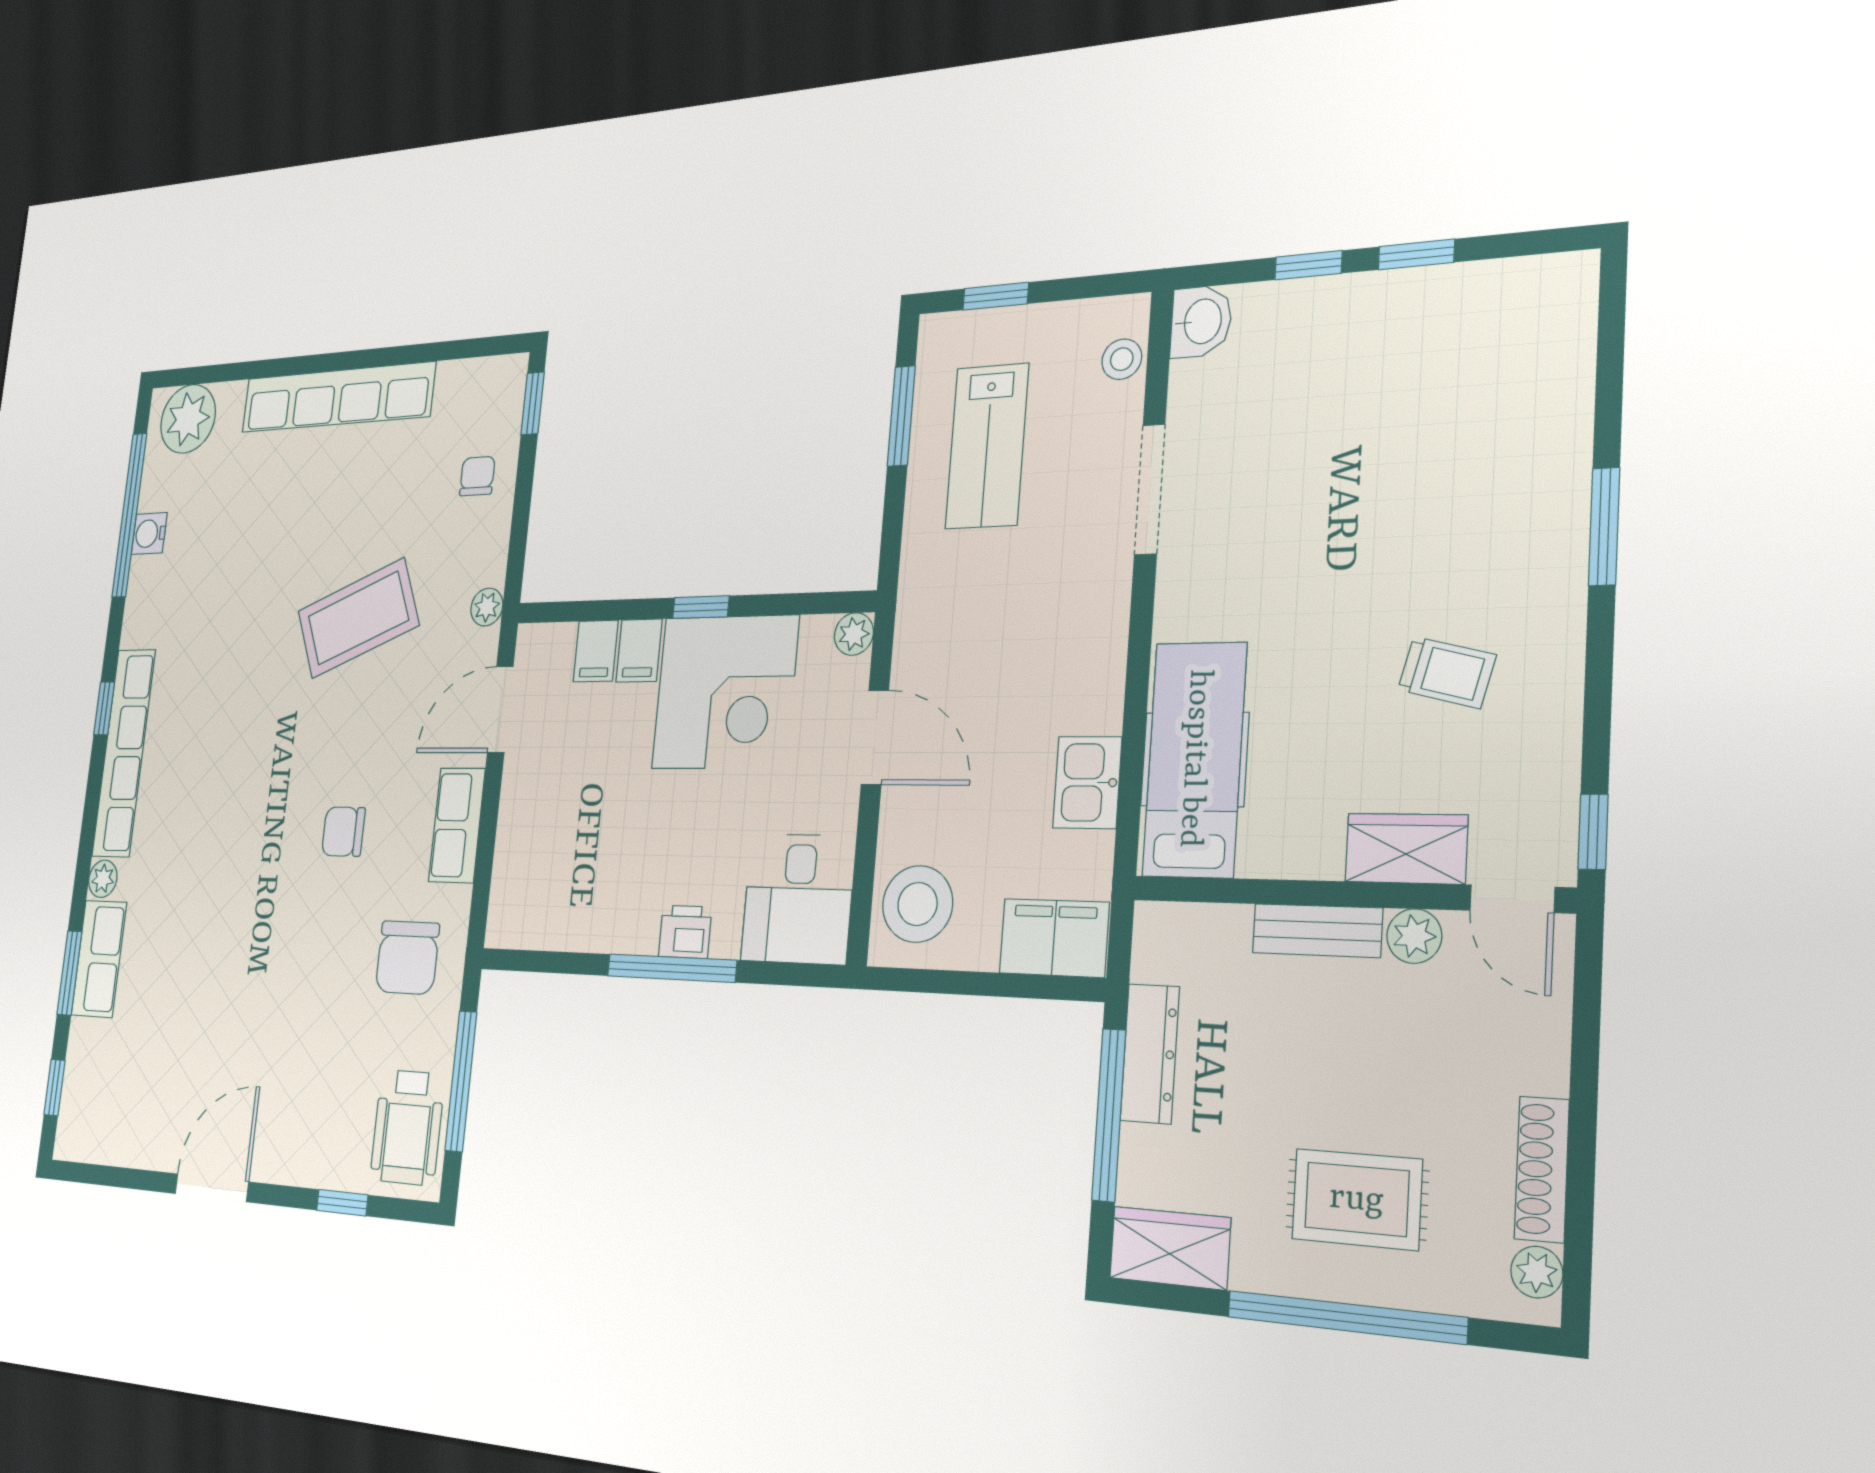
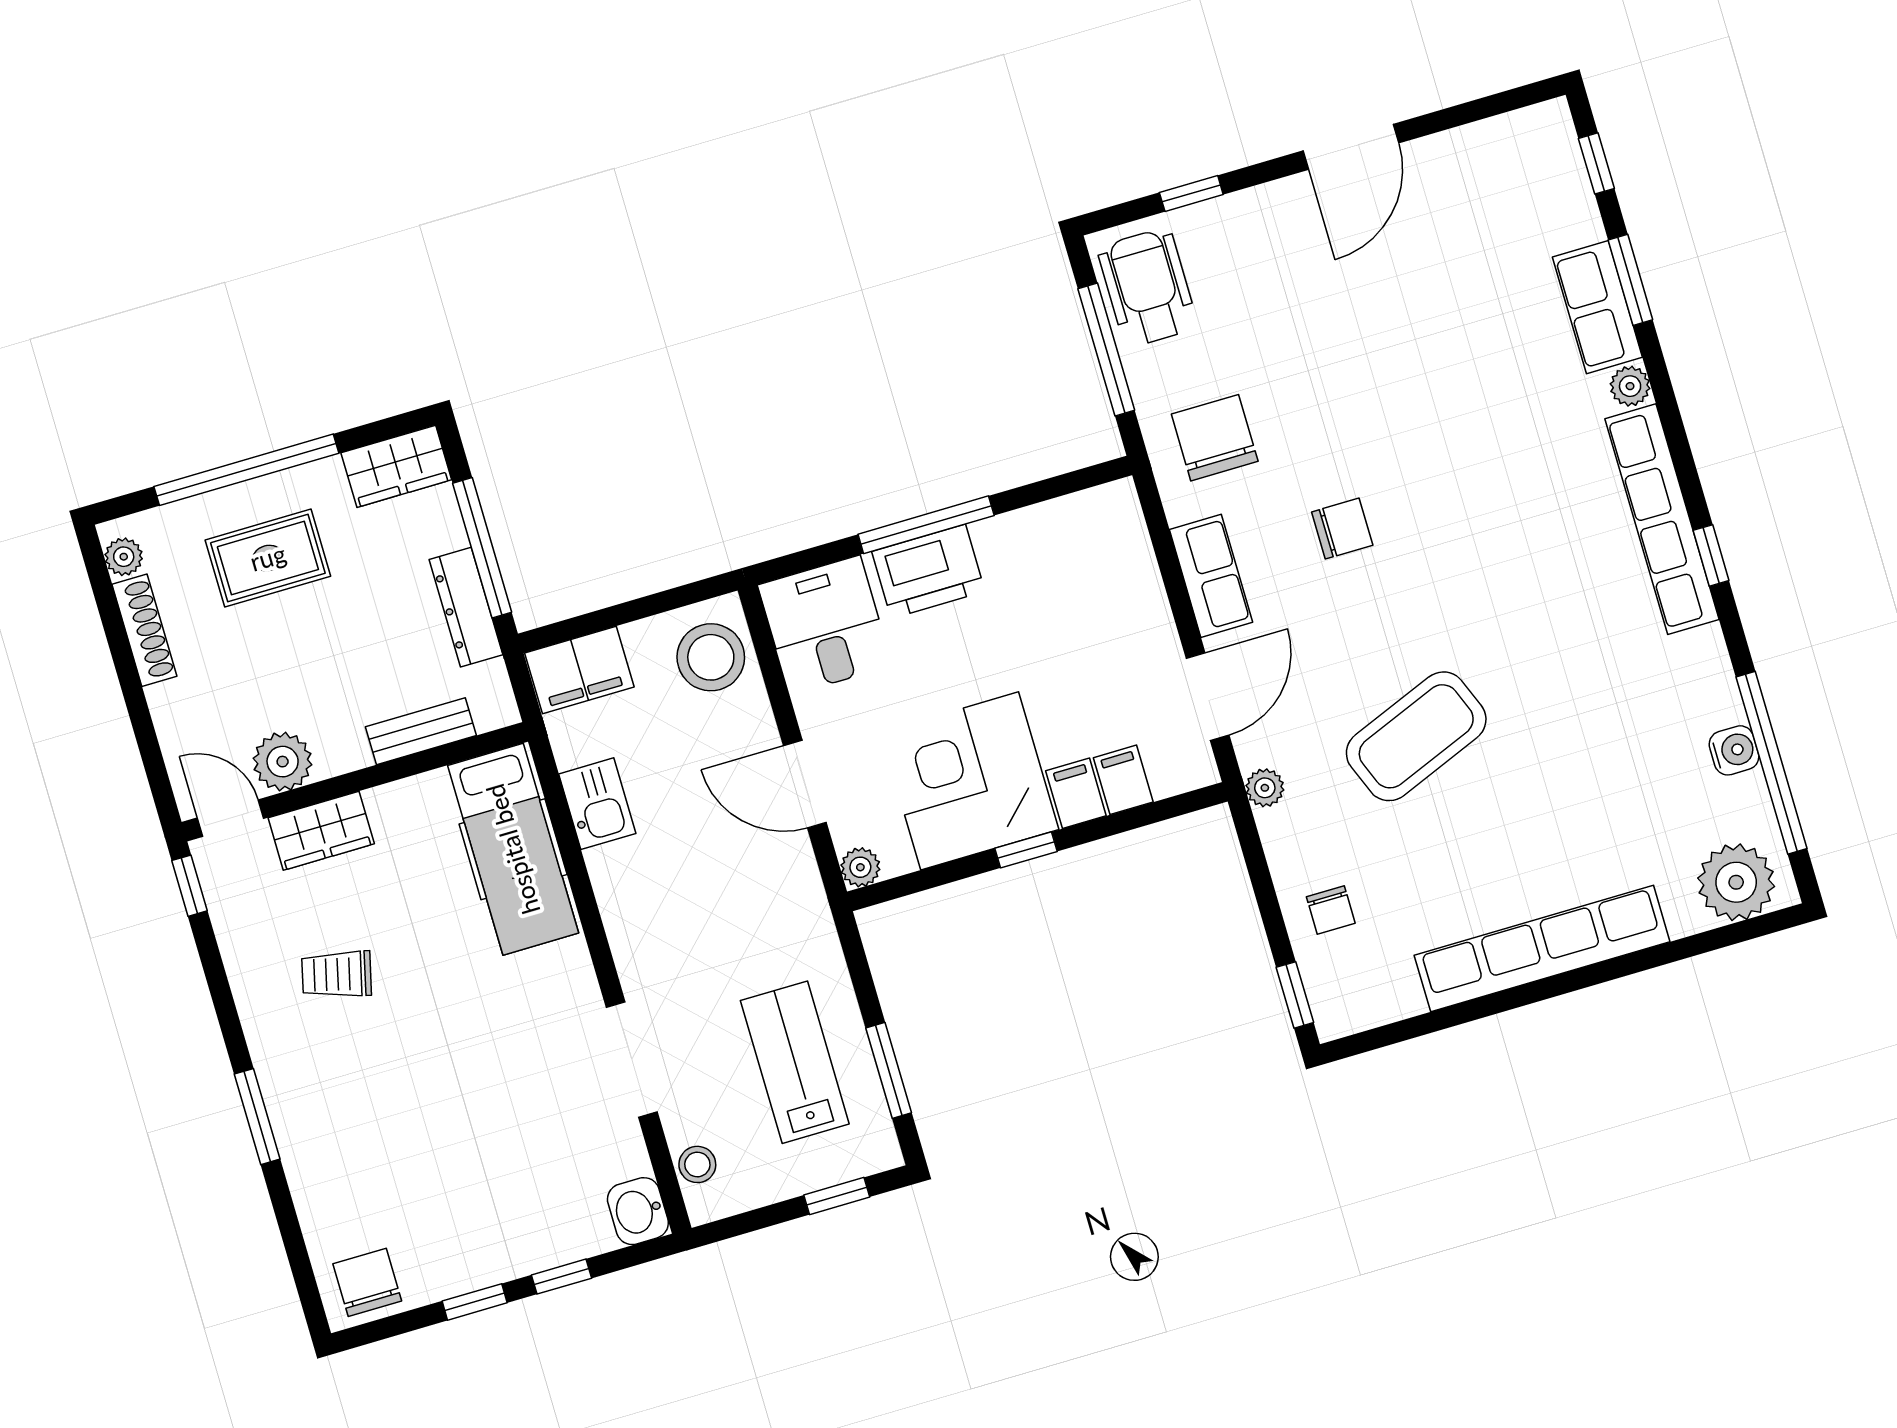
chair: (1536, 300) -> (367, 1282), added
bench: (1317, 930) -> (421, 731), moved
printer: (685, 932) -> (928, 571), width x1.87, depth x1.48
plant: (1414, 936) -> (283, 762), width x1.38, depth x1.38

